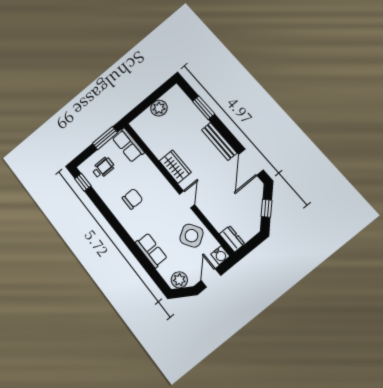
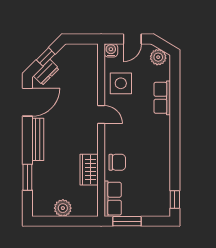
wardrobe: (175, 167) -> (89, 170), moved
wheelchair: (103, 168) -> (148, 197), removed
chair: (132, 199) -> (117, 162), moved, turned 180
door: (187, 199) -> (101, 115), swing flipped
side table: (191, 236) -> (121, 83), turned 32
dresser: (232, 239) -> (46, 72), moved, turned -135

